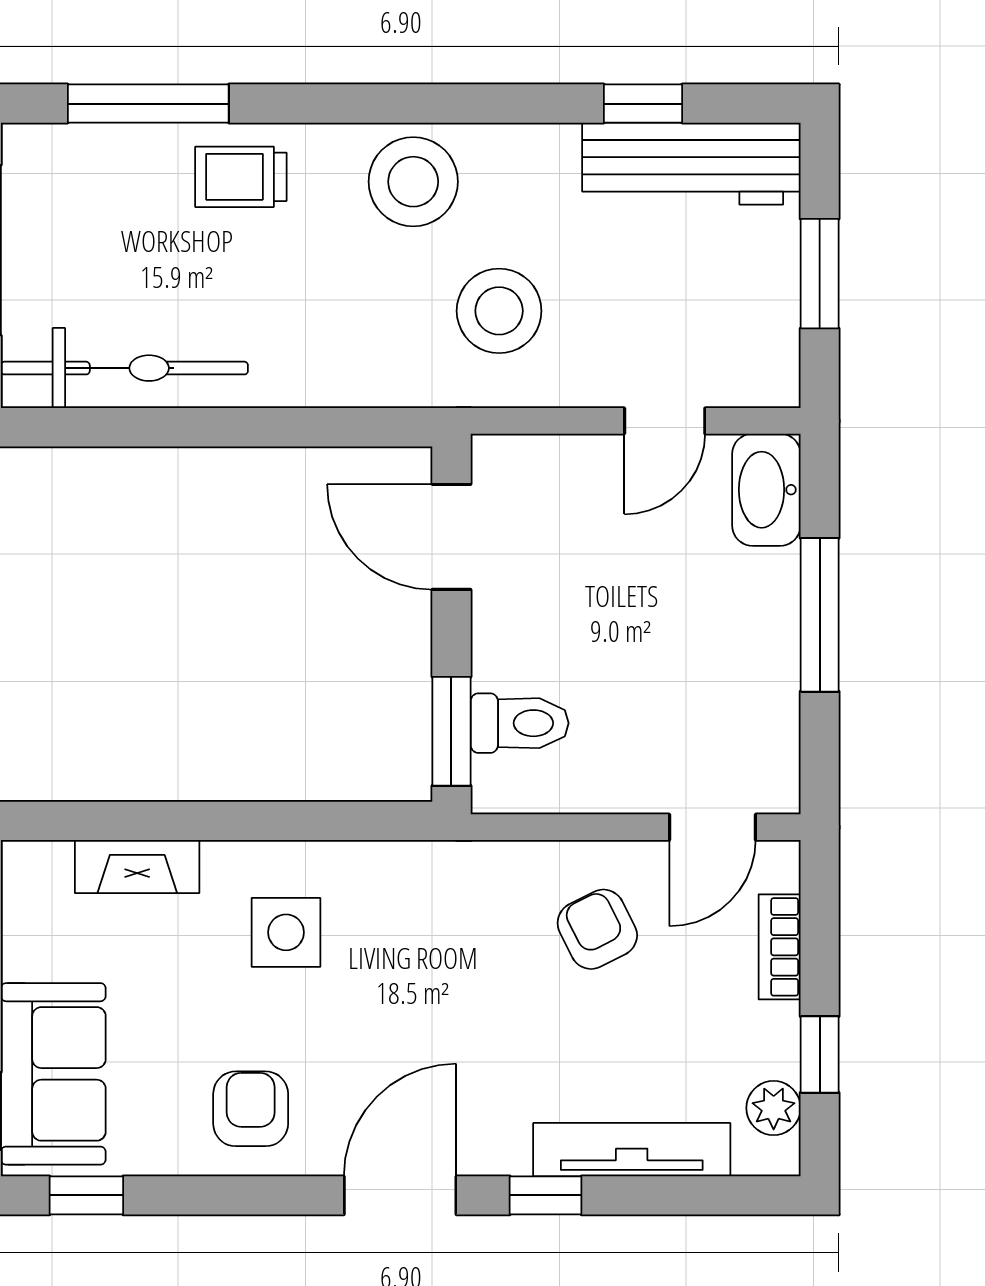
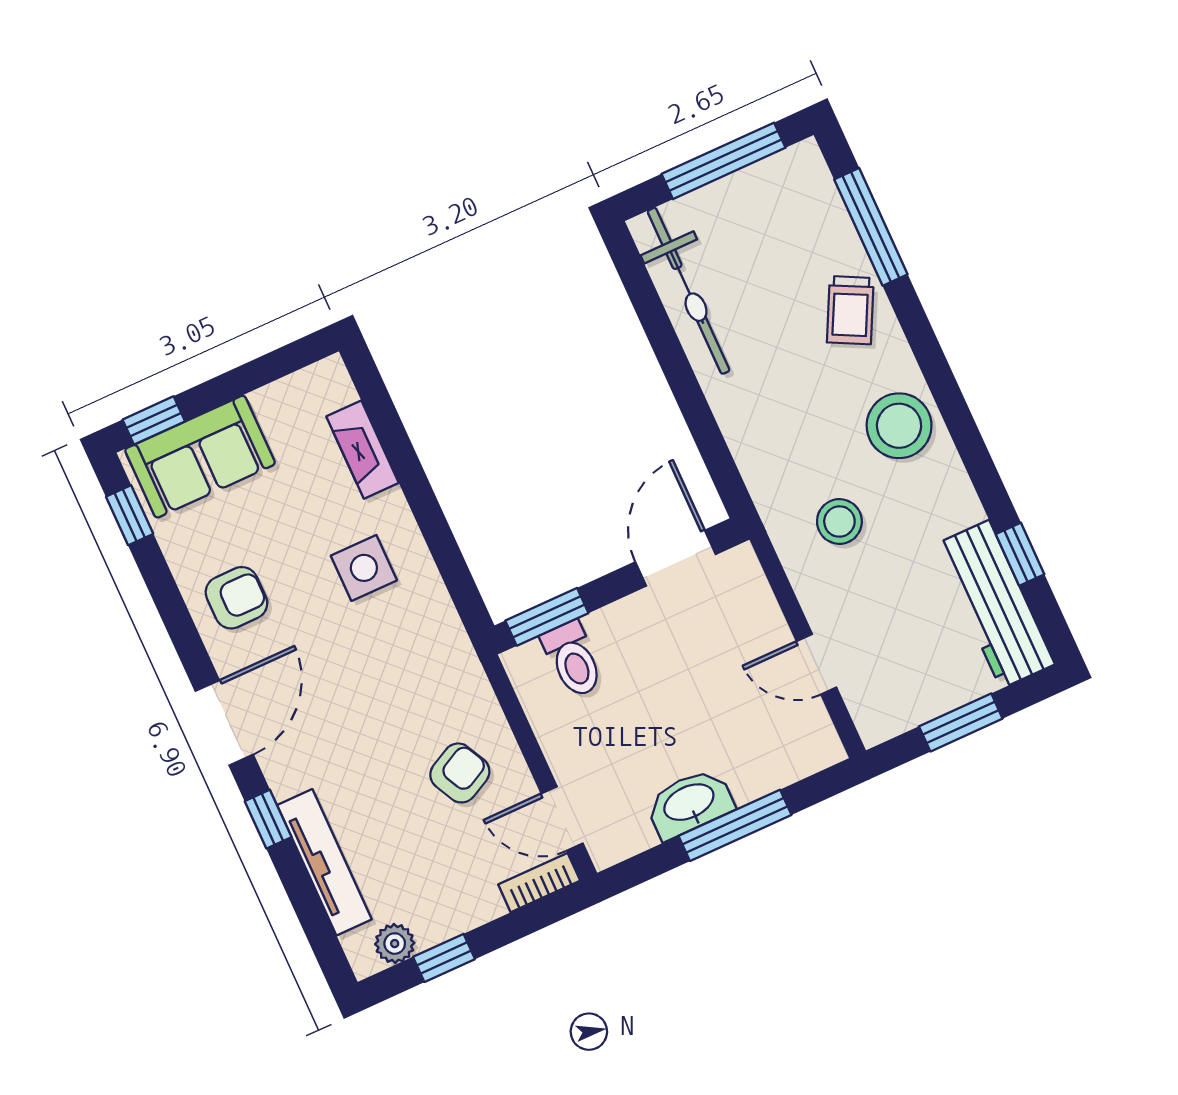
trolley: (241, 177) -> (850, 310), turned -153
stool: (499, 311) -> (839, 521), width x0.73, depth x0.73
washbasin: (766, 490) -> (689, 803), moved
bookcase: (780, 947) -> (539, 883), moved
door: (400, 1195) -> (224, 723), hinge flipped

